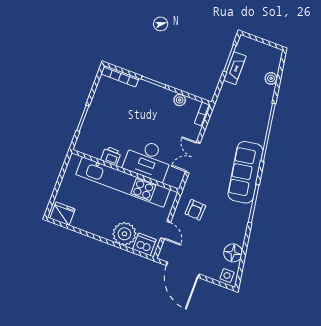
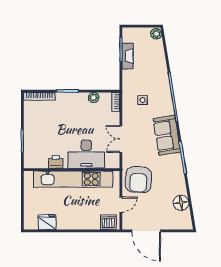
plant: (271, 78) -> (156, 34), moved
sofa: (245, 172) -> (167, 135), width x0.73
armchair: (195, 210) -> (138, 180), width x1.88, depth x1.88
fridge: (62, 214) -> (47, 222), moved
door: (166, 230) -> (121, 205), hinge flipped
plant: (124, 234) -> (89, 220), removed
side table: (227, 275) -> (143, 100), moved

